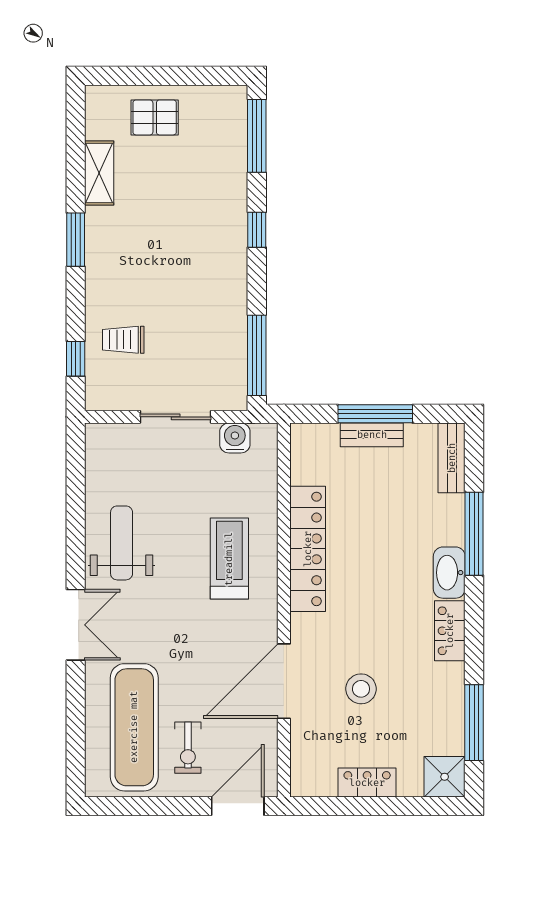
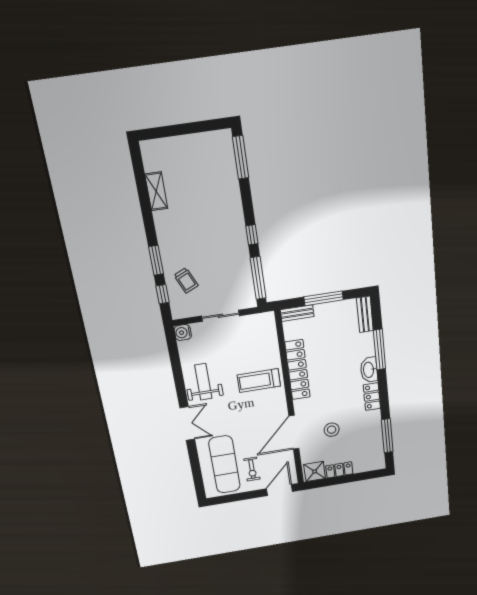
pallet: (155, 117) -> (182, 155), removed
window: (257, 230) -> (252, 235), moved
window: (76, 240) -> (156, 260), moved
trolley: (123, 340) -> (186, 280), turned -114
bench: (372, 435) -> (297, 313), moved
water cooler: (235, 438) -> (183, 332), moved, turned -90
treadmill: (229, 559) -> (259, 381), turned -90
shower: (445, 777) -> (315, 471), moved

